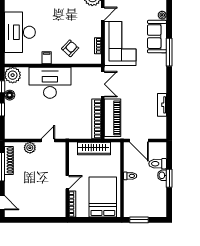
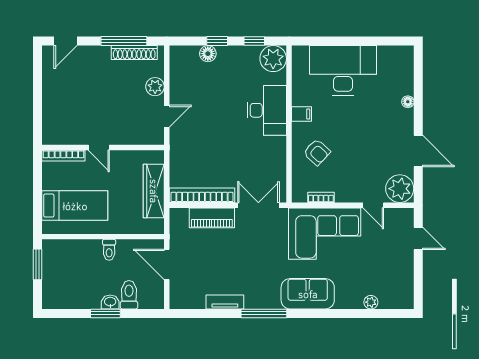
sofa: (157, 37) -> (308, 294), moved
window: (169, 52) -> (264, 313), moved
desk: (50, 83) -> (267, 110), width x0.73, depth x0.77
double door: (103, 84) -> (258, 205), swing flipped
floor lamp: (10, 95) -> (208, 54), moved
piano: (112, 118) -> (212, 218), width x0.73, depth x0.75
door: (48, 140) -> (167, 116), hinge flipped
door: (139, 140) -> (167, 264), hinge flipped
bed: (103, 197) -> (75, 206), width x0.67

